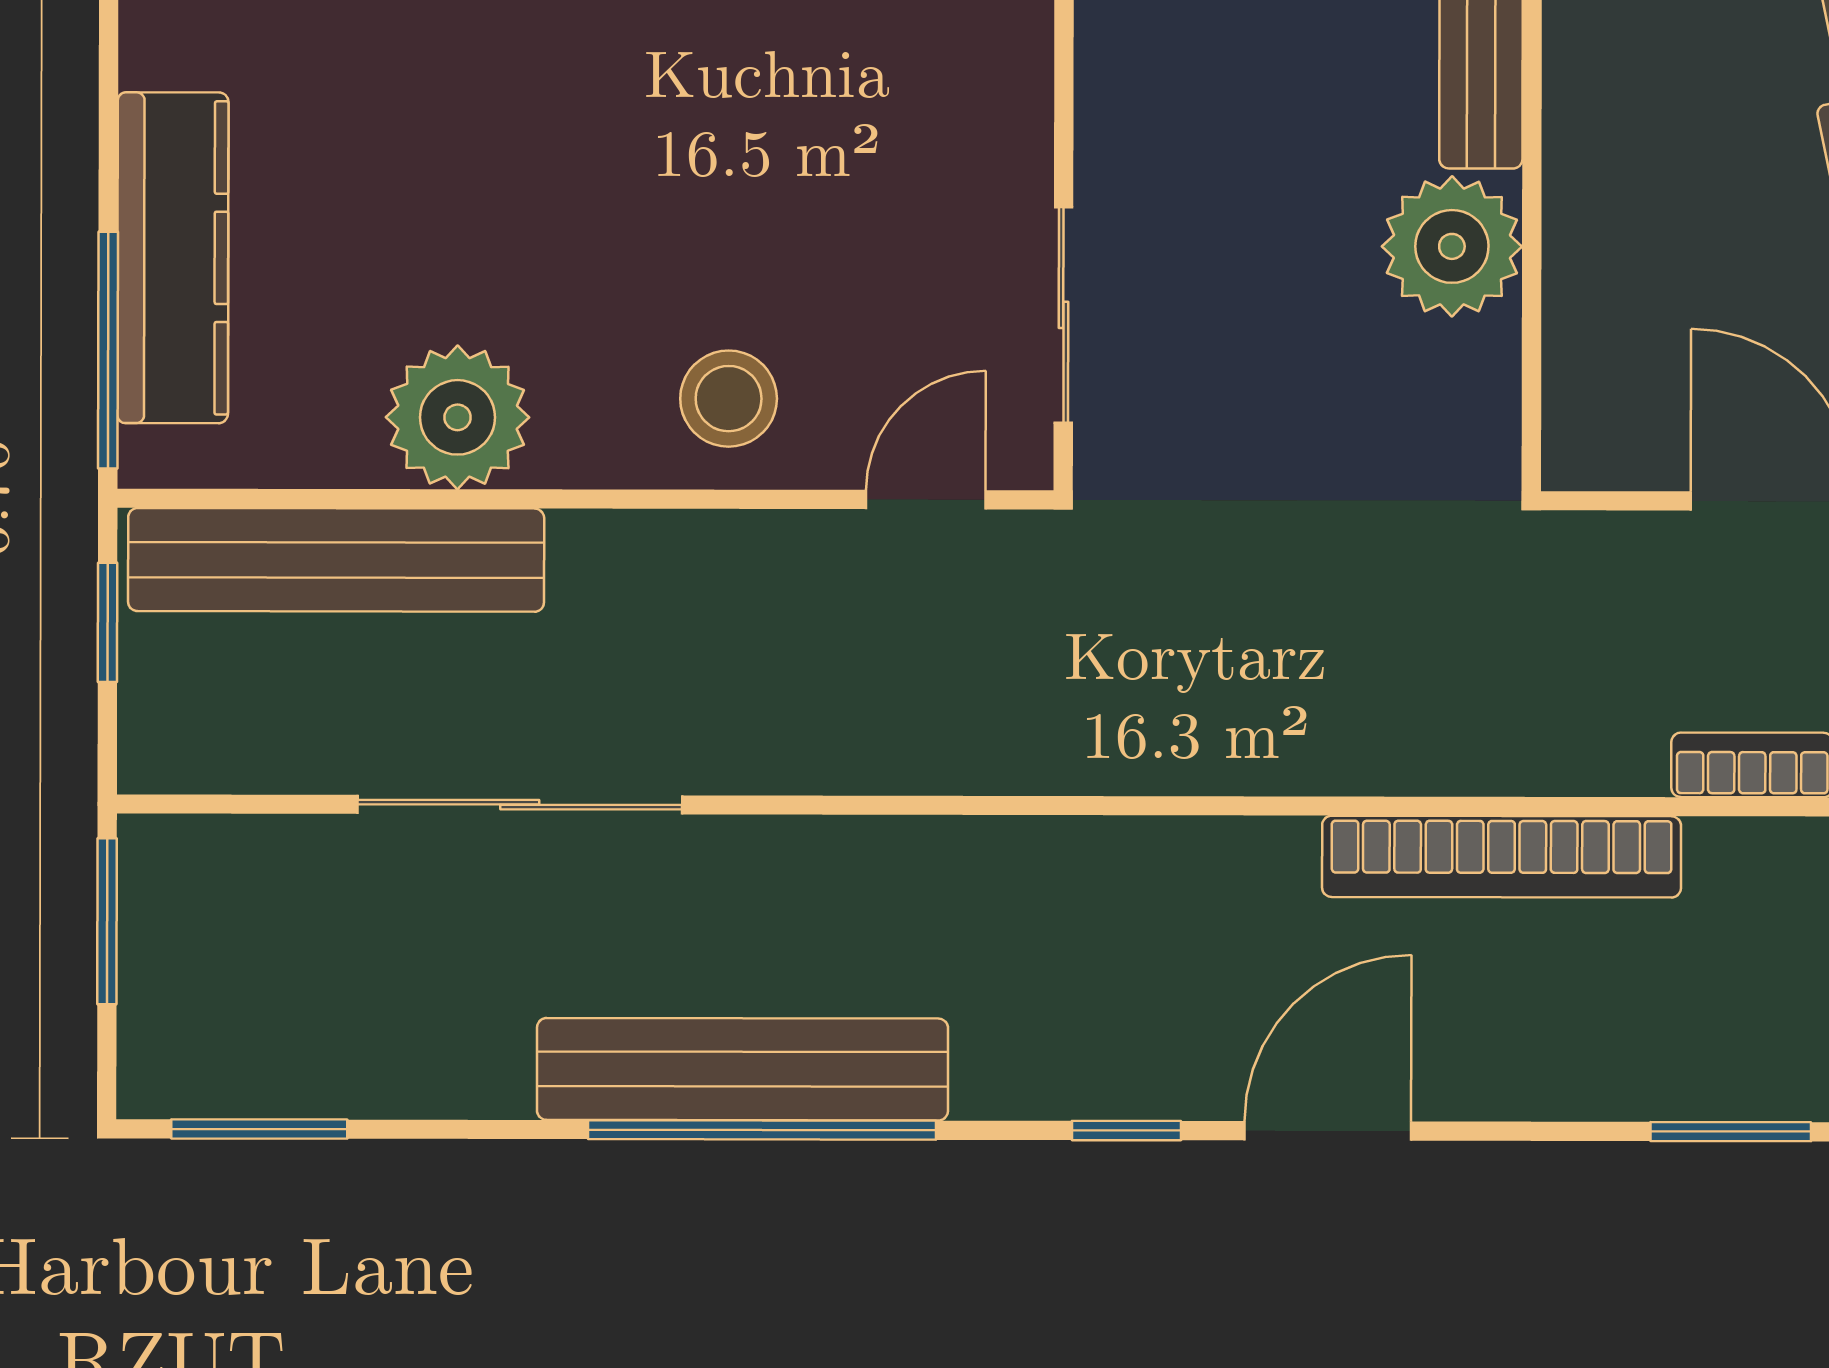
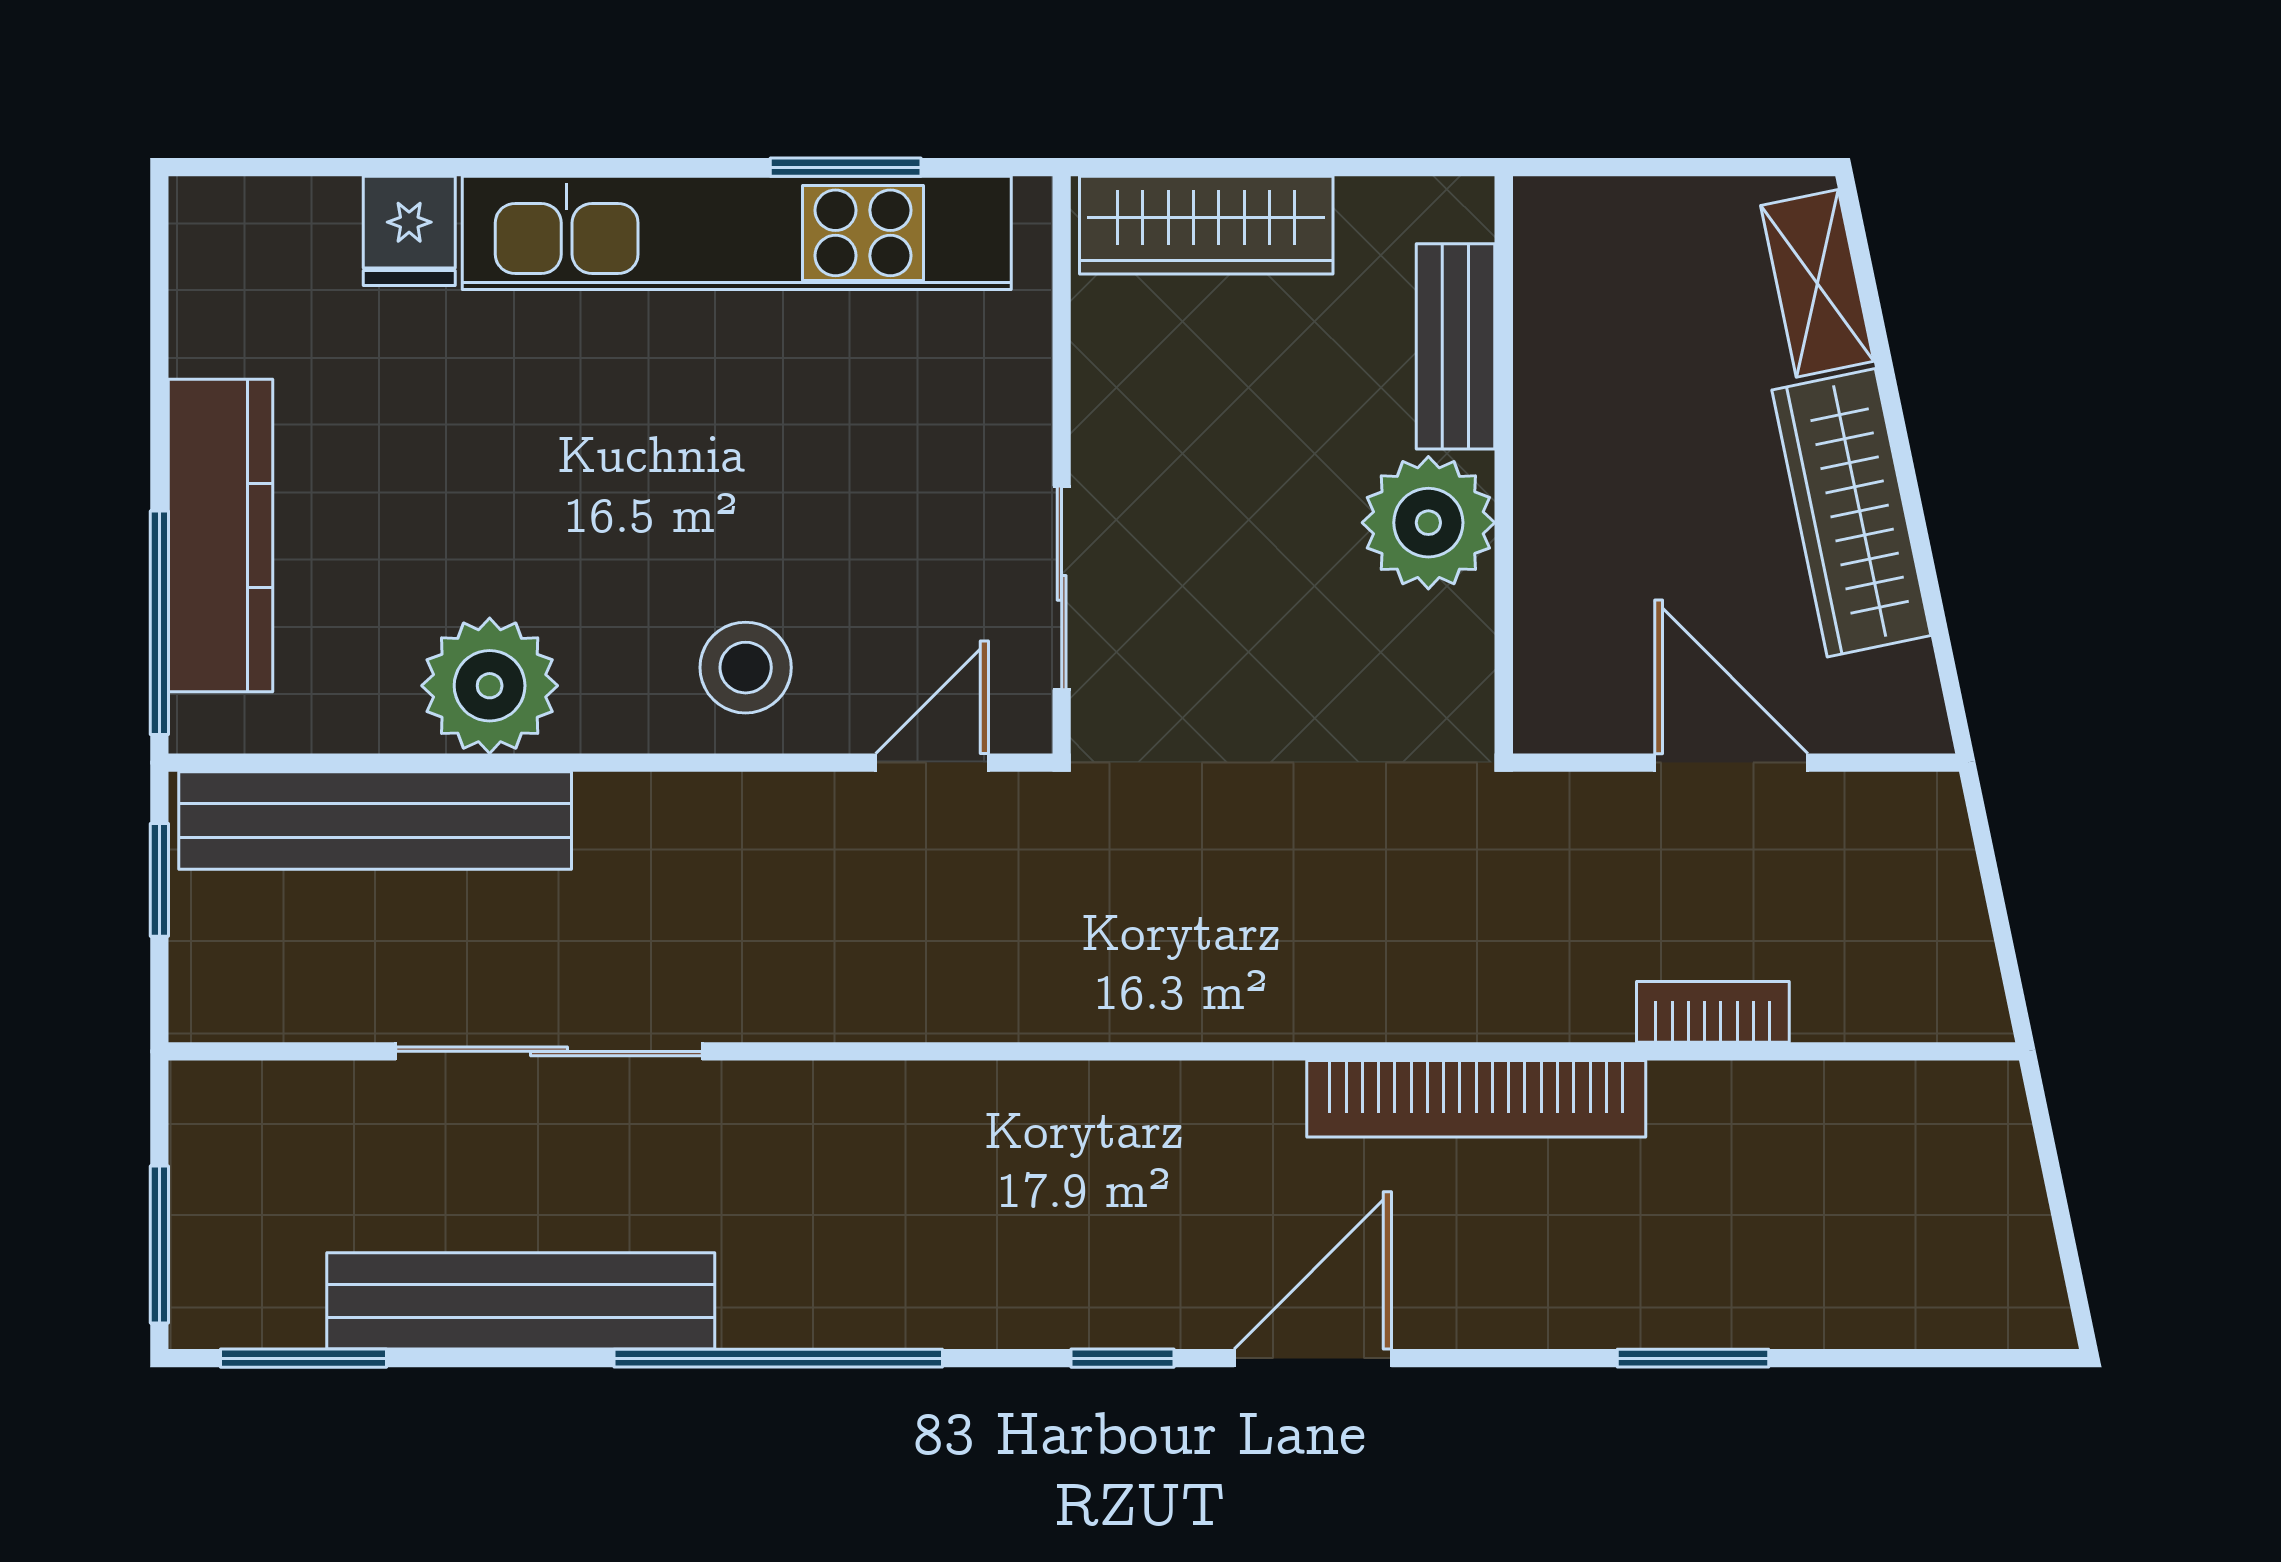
window: (107, 921) -> (159, 1244), moved
bench: (742, 1069) -> (521, 1301), moved

